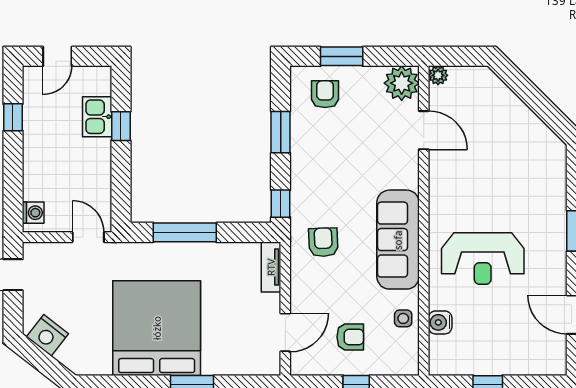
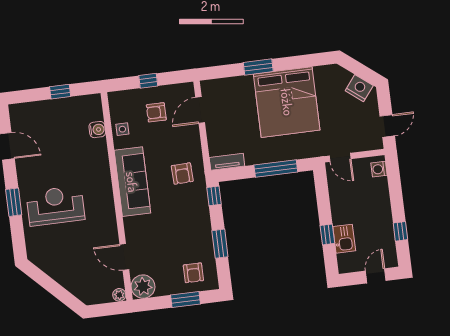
reception desk: (483, 258) -> (55, 206), moved
tv unit: (271, 267) -> (227, 162), moved, turned -90

